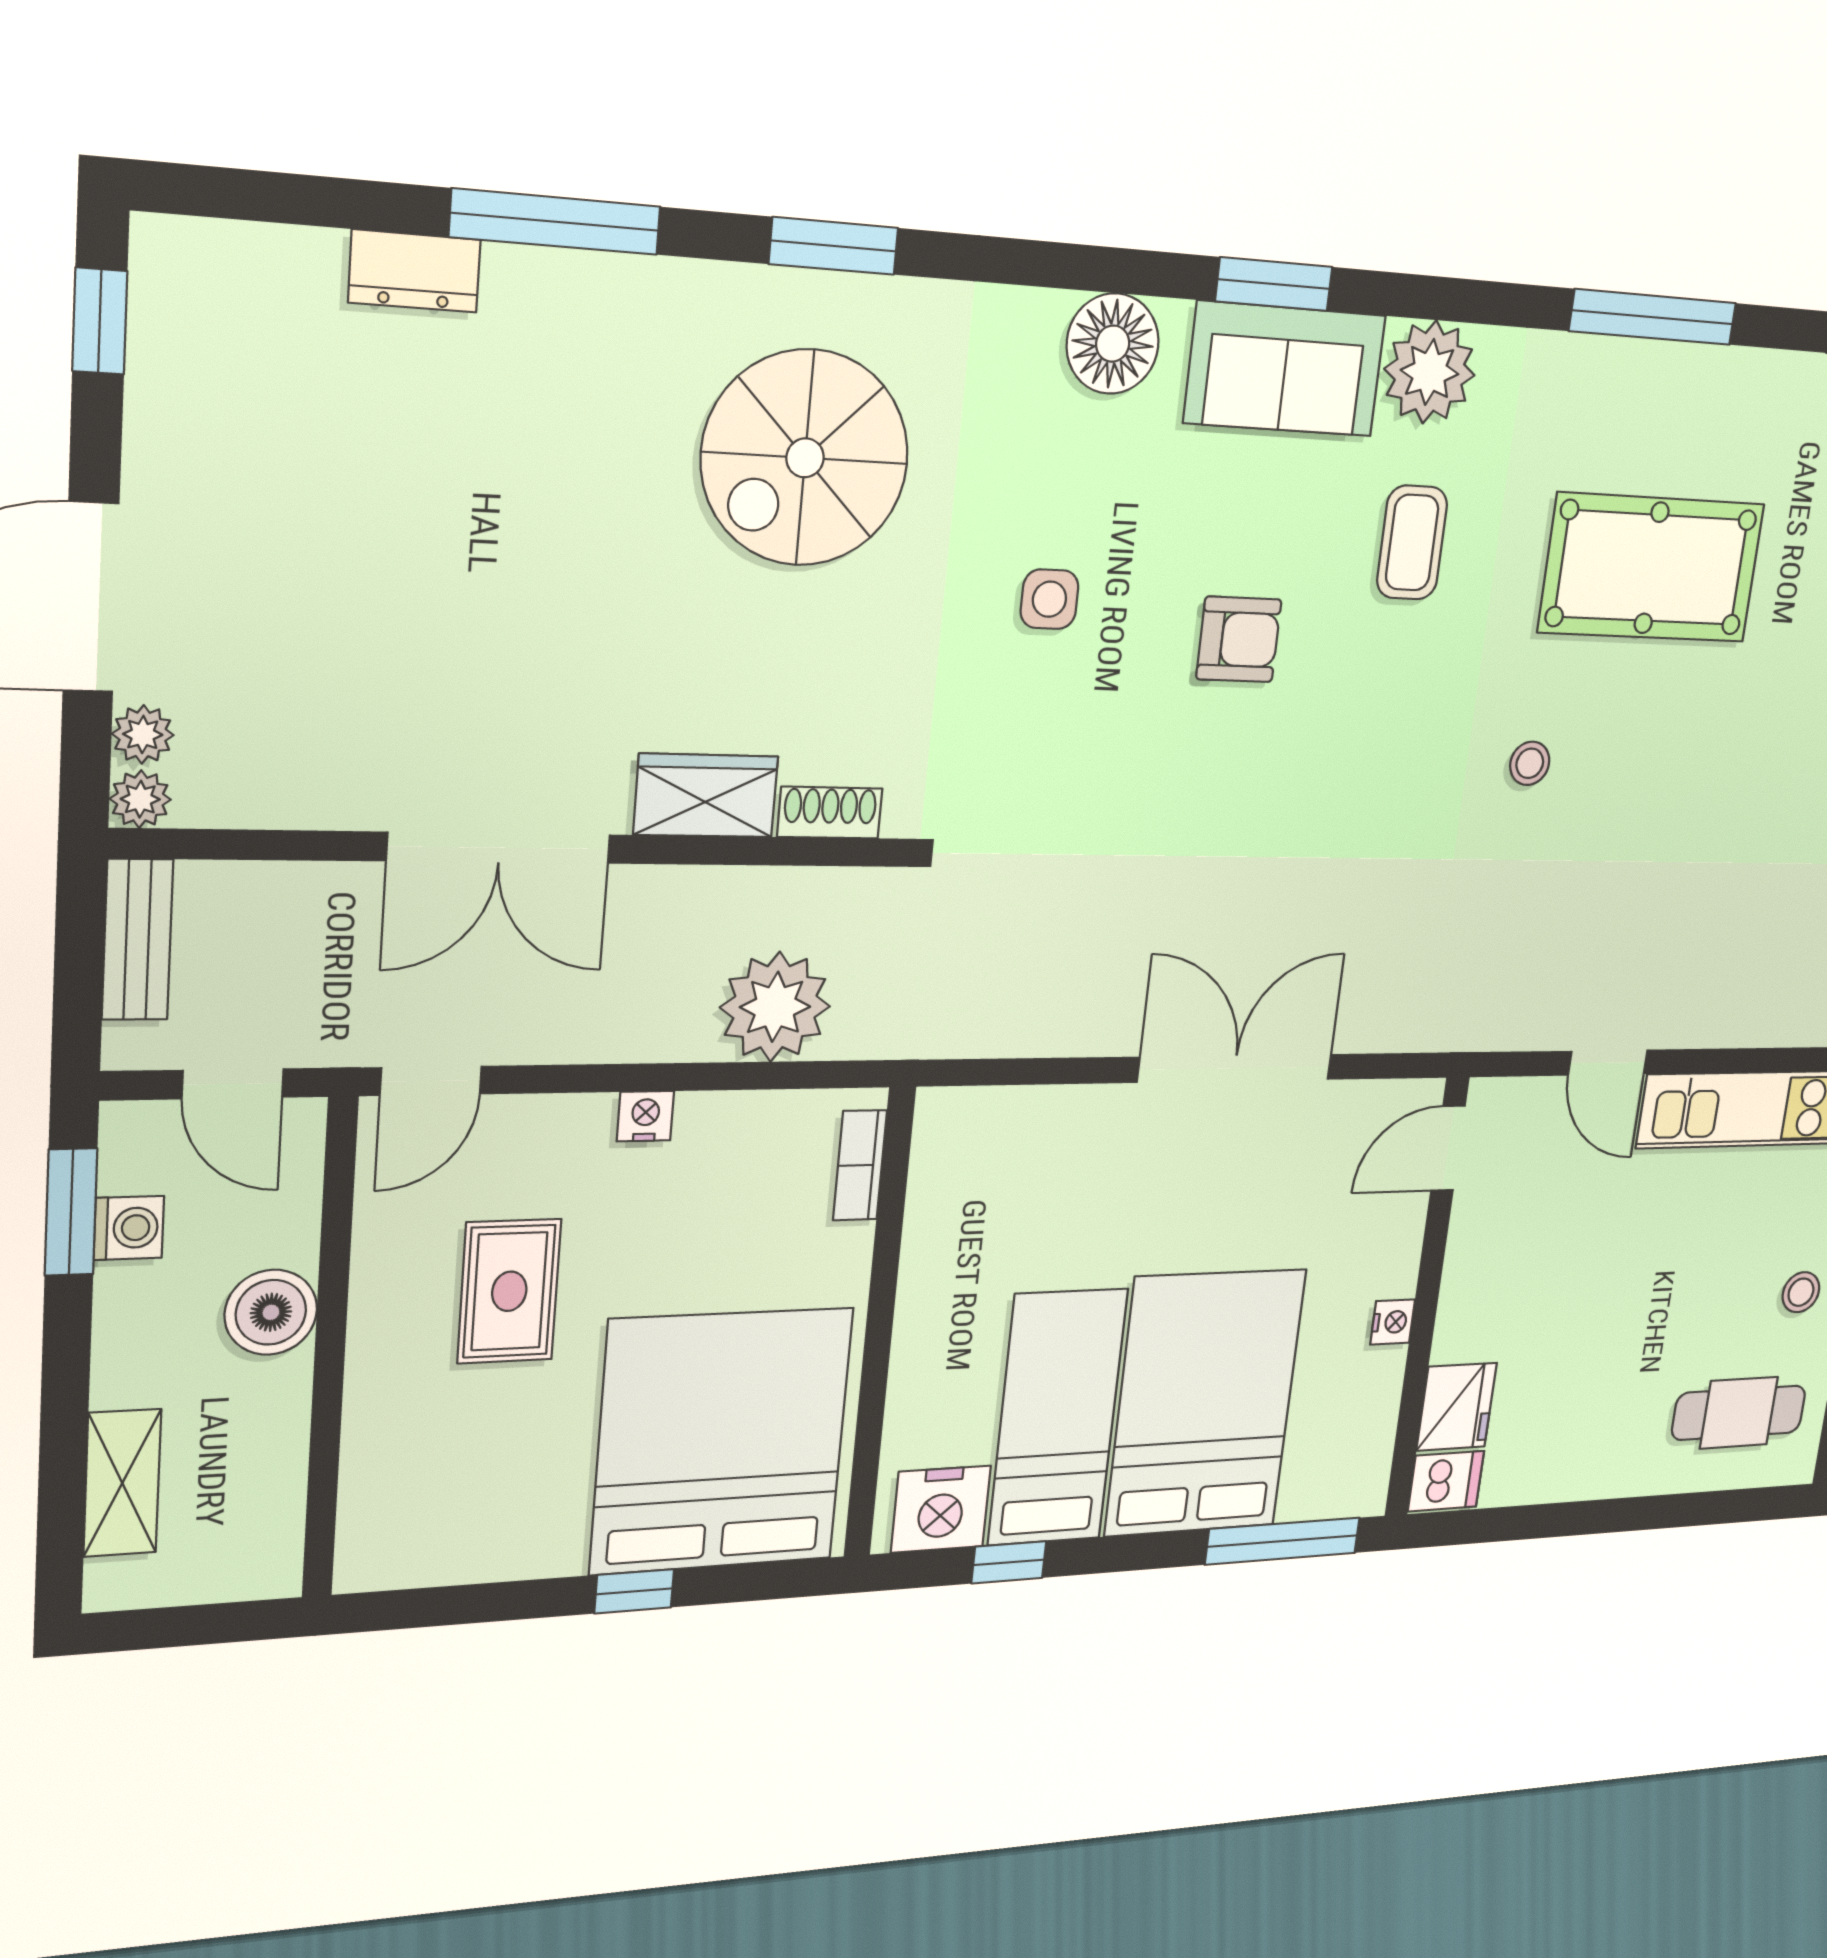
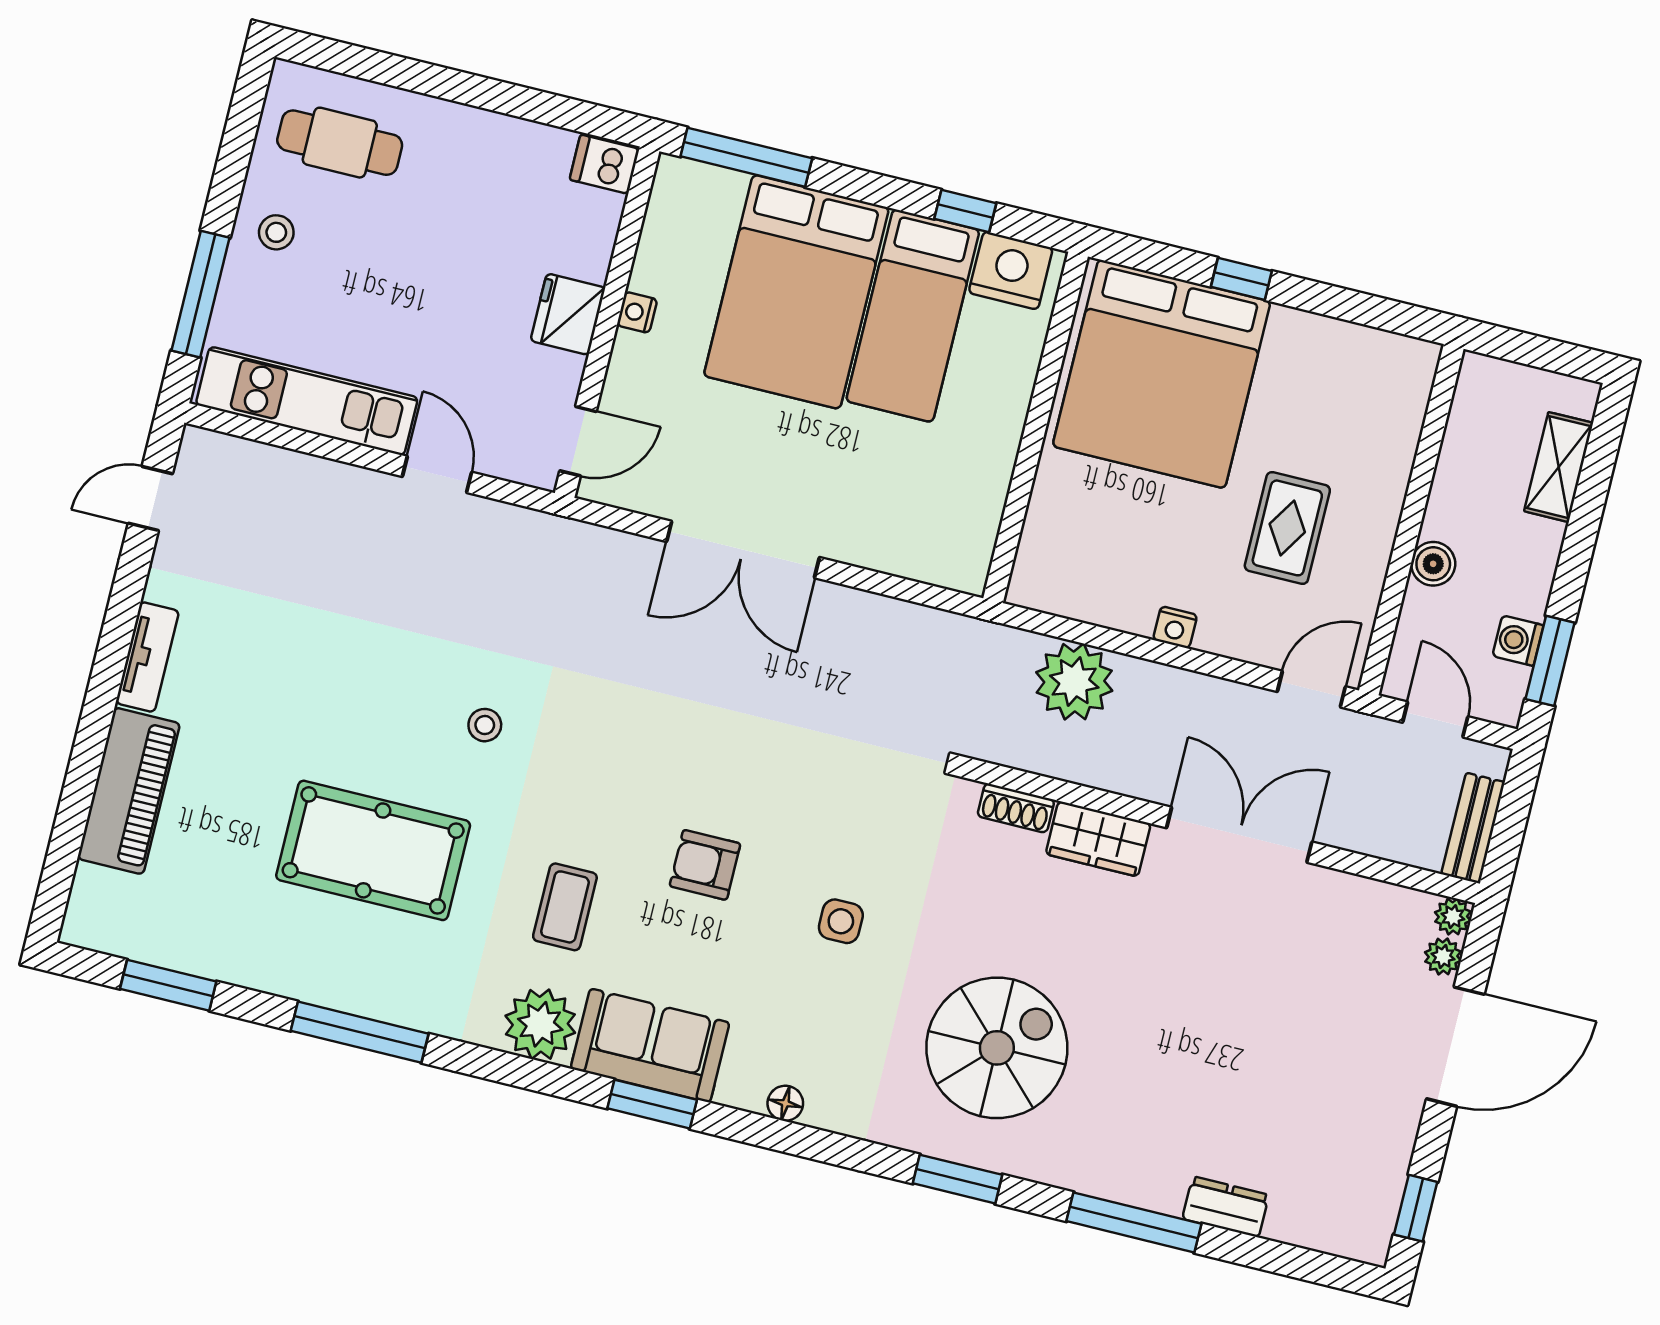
floor lamp: (1113, 344) -> (785, 1103), width x0.53, depth x0.53
bookcase: (860, 1165) -> (1032, 552), removed
boiler: (271, 1312) -> (1433, 564), width x0.73, depth x0.73
fridge: (1457, 1407) -> (568, 314), moved

